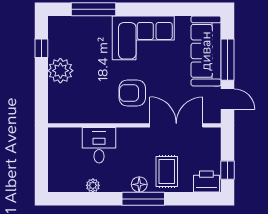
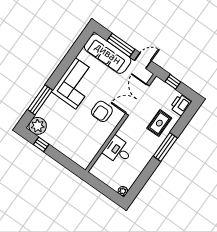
plant: (60, 71) -> (38, 126), moved
window: (228, 170) -> (173, 82), moved
rug: (167, 171) -> (159, 123), turned 90
floor lamp: (139, 184) -> (156, 144), removed
plant: (93, 185) -> (123, 191), moved

